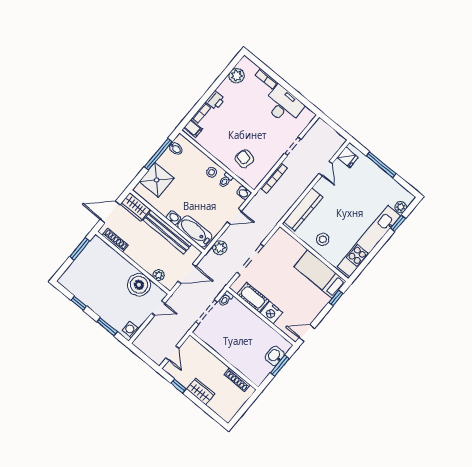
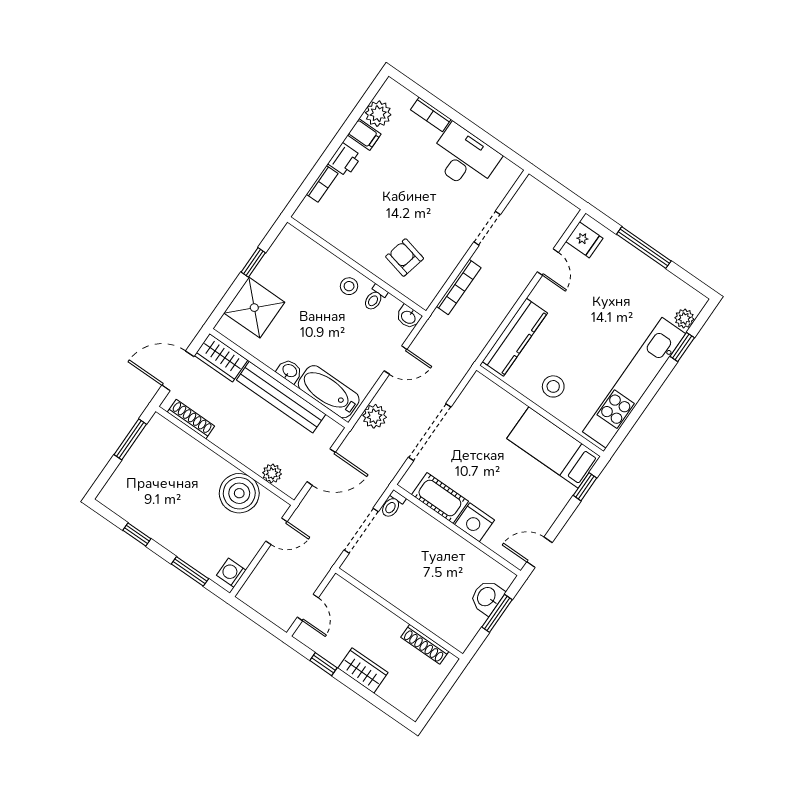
filing cabinet: (193, 128) -> (364, 134), moved
bidet: (176, 148) -> (283, 250), removed
window: (158, 154) -> (253, 262), width x0.46

